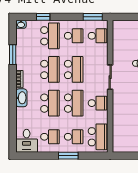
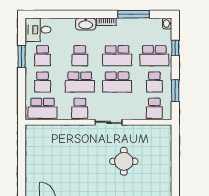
window: (93, 17) -> (175, 91), moved
window: (13, 55) -> (133, 14), width x1.44
school desk: (50, 103) -> (80, 56), width x0.54
window: (68, 156) -> (22, 57), moved

